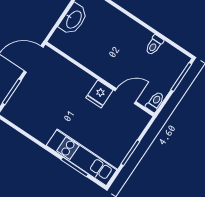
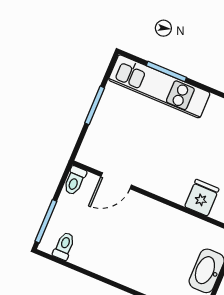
toilet: (154, 45) -> (64, 246), moved
fridge: (99, 94) -> (202, 198), moved

